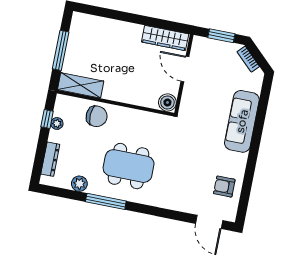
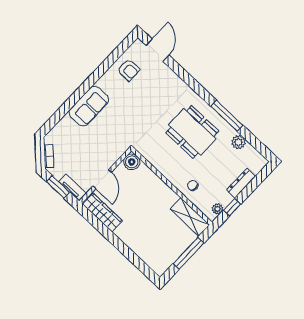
tv unit: (208, 44) -> (73, 188), added
chair: (97, 116) -> (193, 186), width x0.54, depth x0.54
sofa: (242, 121) -> (89, 106), width x0.73
plant: (57, 123) -> (217, 209), moved
dresser: (50, 159) -> (241, 183), moved

